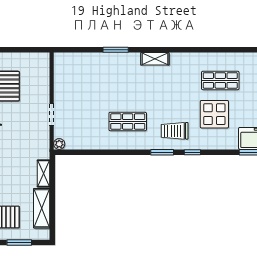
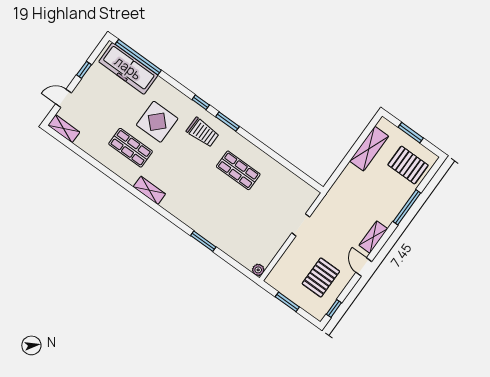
window: (20, 50) -> (287, 302), added
shelving: (155, 59) -> (149, 190), moved
plant: (59, 144) -> (258, 270), moved
shelving: (44, 173) -> (345, 178), removed

